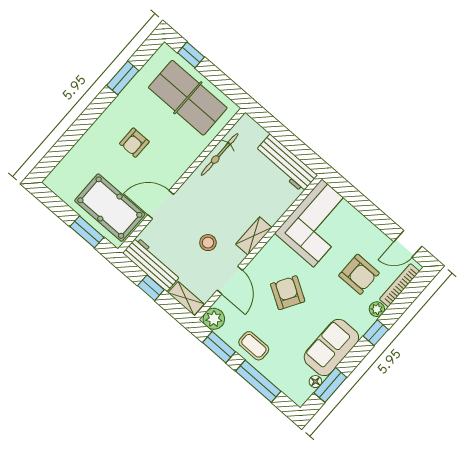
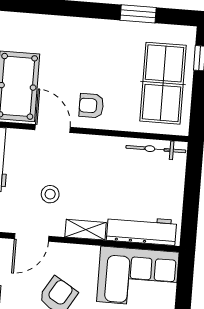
armchair: (134, 143) -> (91, 106), moved
bicycle: (220, 154) -> (156, 149), moved
workbench: (286, 163) -> (141, 230), moved, turned 90

